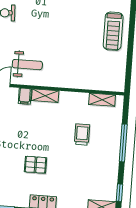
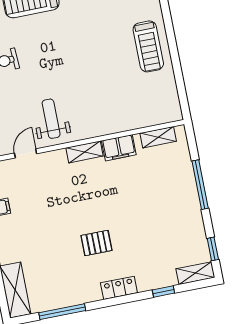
weight bench: (27, 65) -> (51, 119), turned -90
filing cabinet: (25, 96) -> (119, 148), moved, width x2.00
trolley: (82, 135) -> (145, 188), removed

